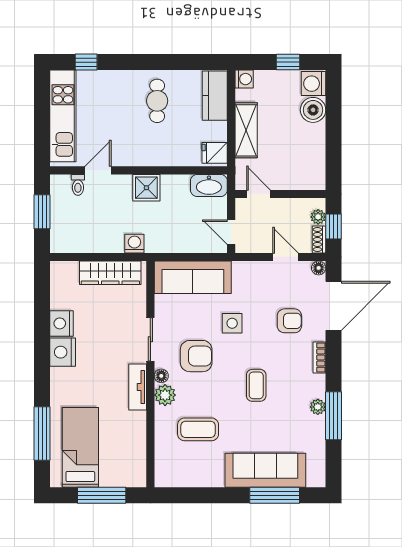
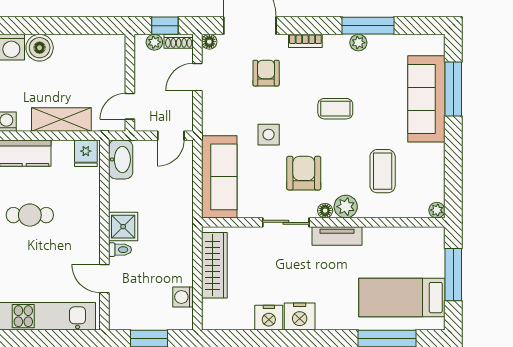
toilet: (78, 185) -> (120, 250), moved
washing machine: (134, 244) -> (183, 297), moved
plant: (162, 480) -> (437, 210), added

